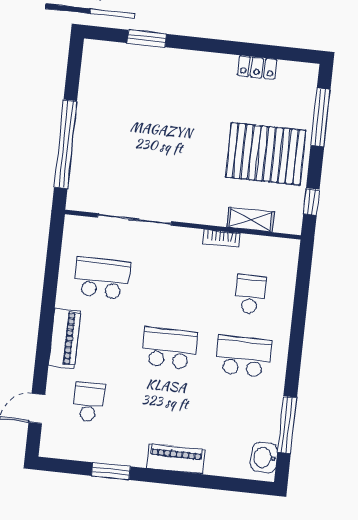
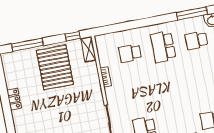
locker: (257, 67) -> (14, 99), moved
shelving: (251, 220) -> (88, 49), moved
school desk: (169, 348) -> (196, 41), moved, width x0.54

